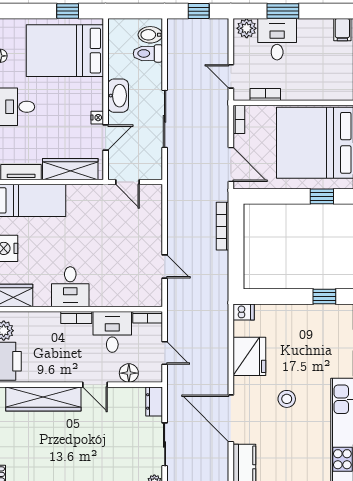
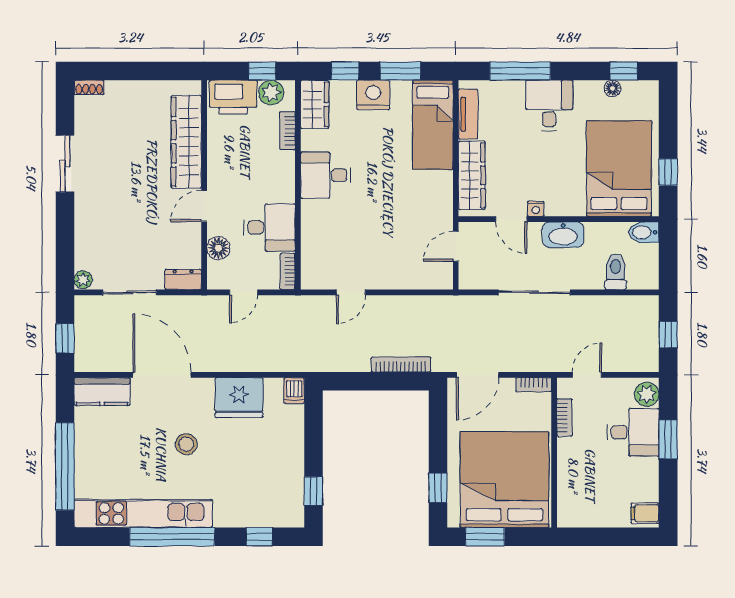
bidet: (150, 35) -> (644, 232), moved, turned -90
bookcase: (76, 317) -> (287, 131), moved
door: (231, 418) -> (162, 375), hinge flipped

